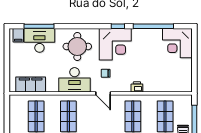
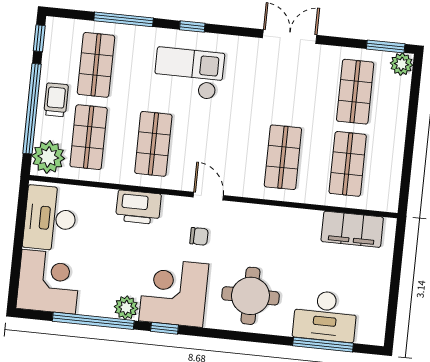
plant: (138, 34) -> (126, 308), added
filing cabinet: (18, 35) -> (367, 331), removed
desk: (75, 80) -> (50, 218), moved, turned -90
printer: (137, 87) -> (138, 207), width x1.87, depth x1.48
plant: (184, 105) -> (48, 157), added

